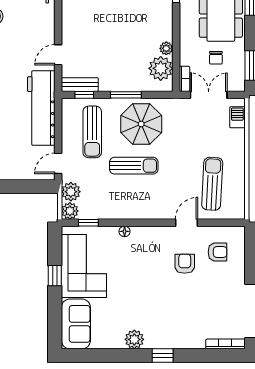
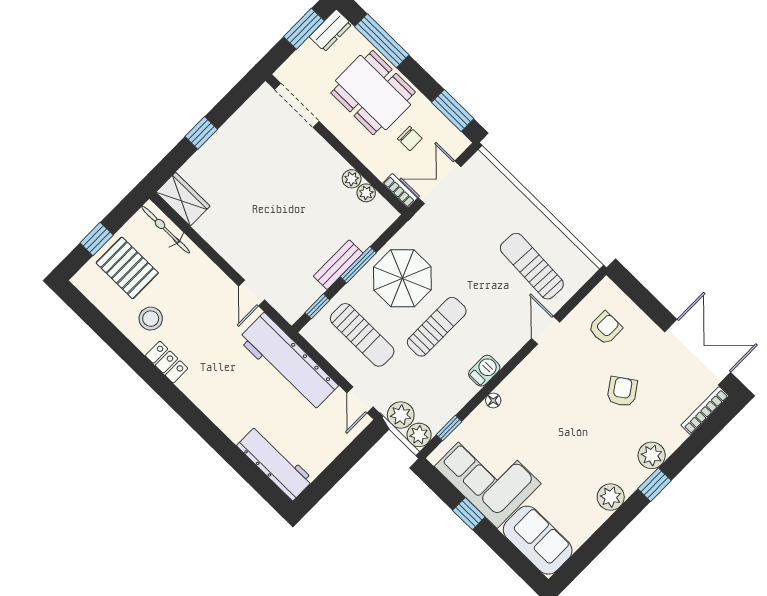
plant: (161, 68) -> (366, 193), width x0.53, depth x0.53
bench: (80, 85) -> (338, 265), moved
barbecue: (237, 117) -> (484, 371), moved, turned 90
armchair: (185, 264) -> (622, 392), moved, turned 55
plant: (176, 339) -> (652, 455), added

